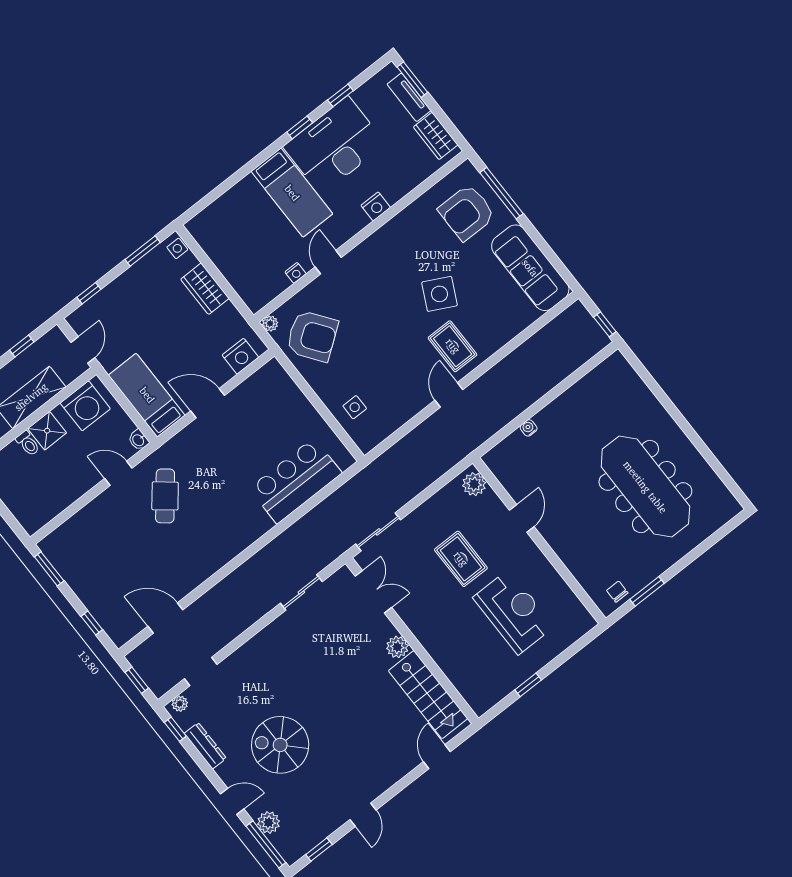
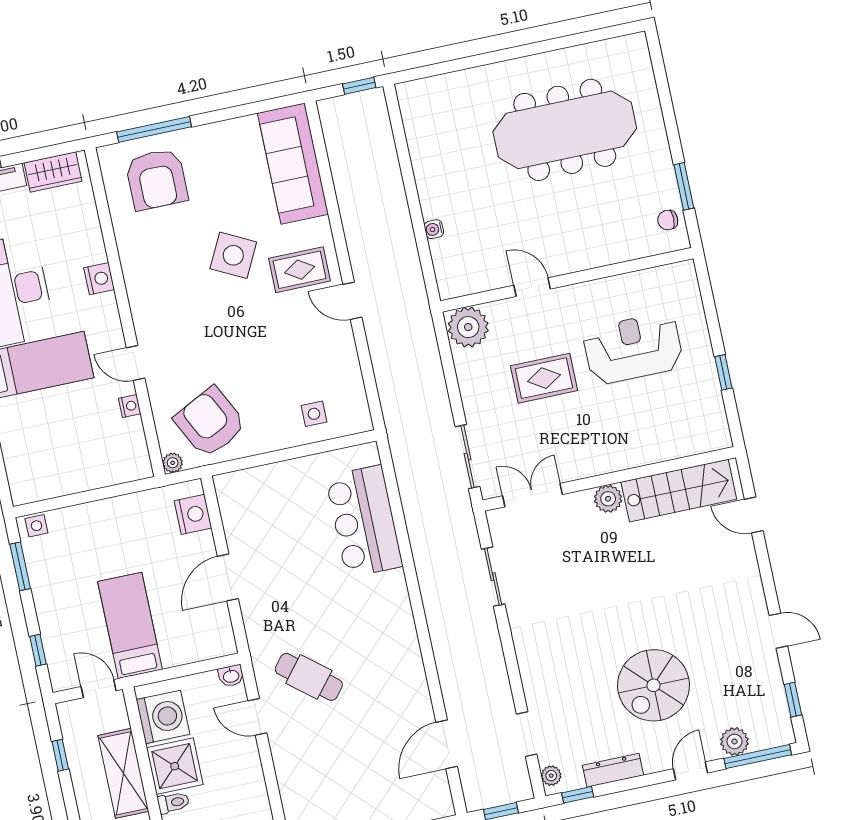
sofa: (530, 268) -> (293, 164), moved, turned 90
wardrobe: (205, 289) -> (97, 517), removed
armchair: (312, 336) -> (210, 422), turned -81
bed: (147, 395) -> (130, 625), moved, turned 90
shower: (47, 431) -> (175, 766), width x1.36, depth x1.36
door: (118, 473) -> (257, 717), hinge flipped
plant: (474, 484) -> (468, 327), width x1.36, depth x1.36

